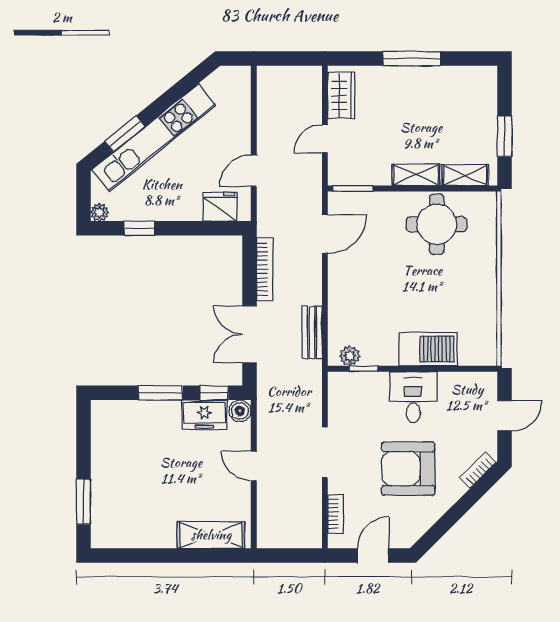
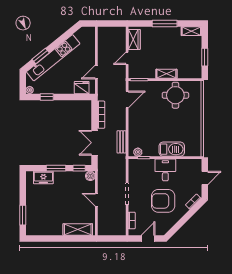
shelving: (465, 175) -> (191, 31), moved
freezer: (204, 415) -> (43, 178), moved

